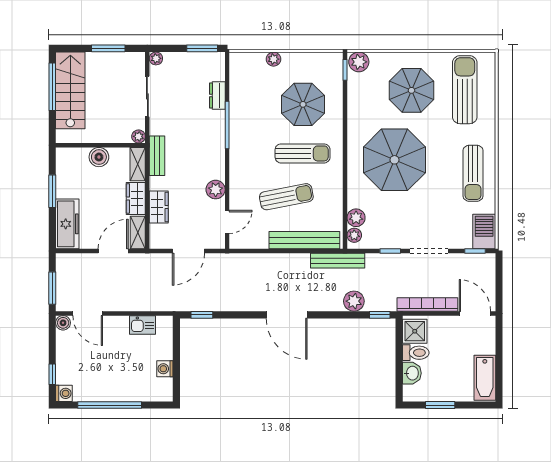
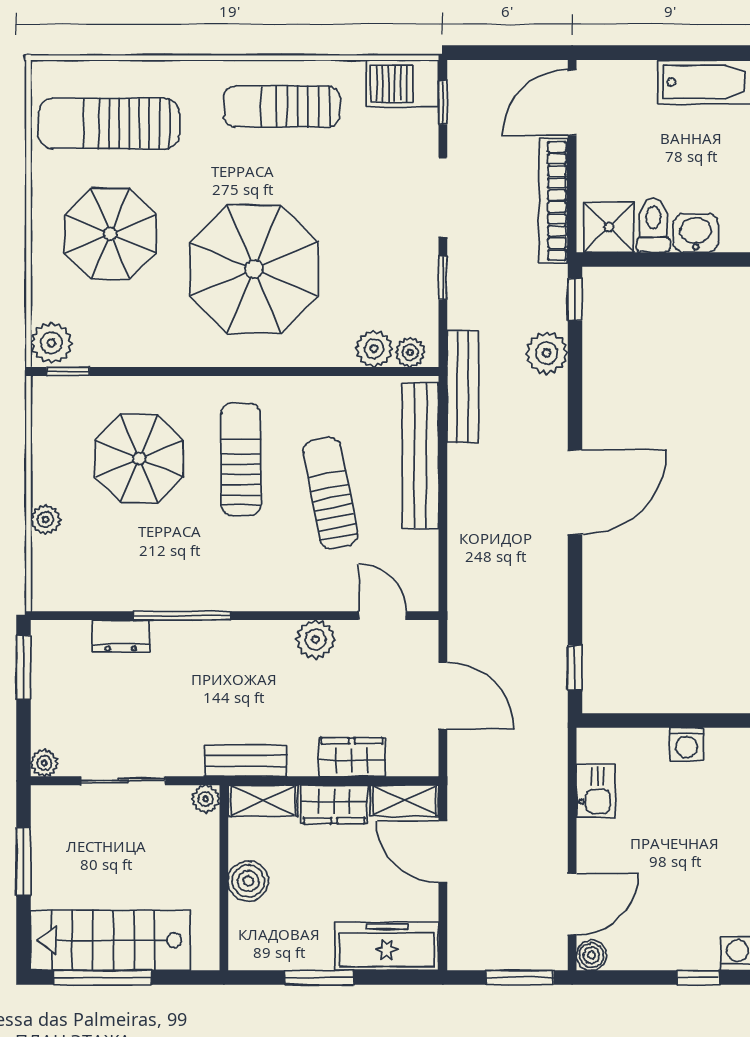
sun lounger: (473, 173) -> (282, 107), turned 180

